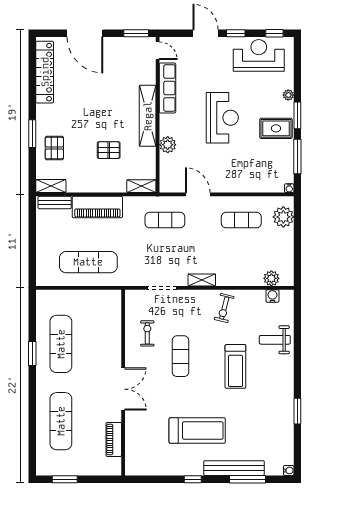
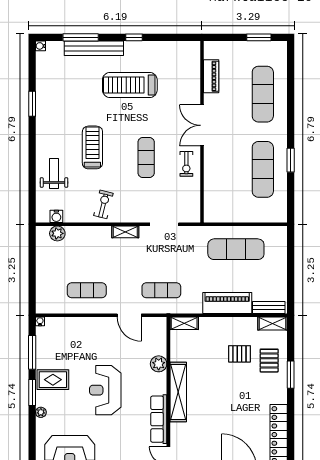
pallet: (109, 150) -> (239, 354), moved
plant: (283, 217) -> (46, 293), removed
exercise bike: (147, 333) -> (186, 164), moved
weight bench: (275, 340) -> (54, 173), turned -90

